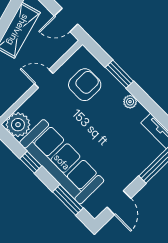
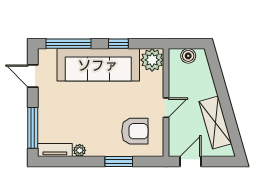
armchair: (85, 85) -> (135, 131), turned -90
plant: (130, 102) -> (80, 150), moved
window: (68, 200) -> (69, 44), width x1.44

